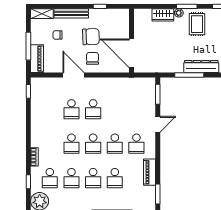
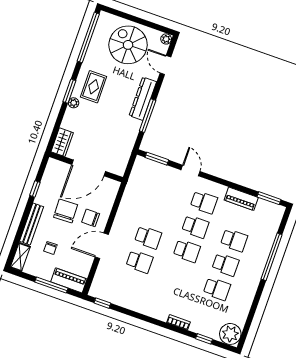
wardrobe: (163, 15) -> (62, 142), moved
rug: (197, 24) -> (94, 87), turned 90
door: (131, 53) -> (89, 168), moved
school desk: (71, 144) -> (178, 275), removed
school desk: (50, 178) -> (208, 313), removed

